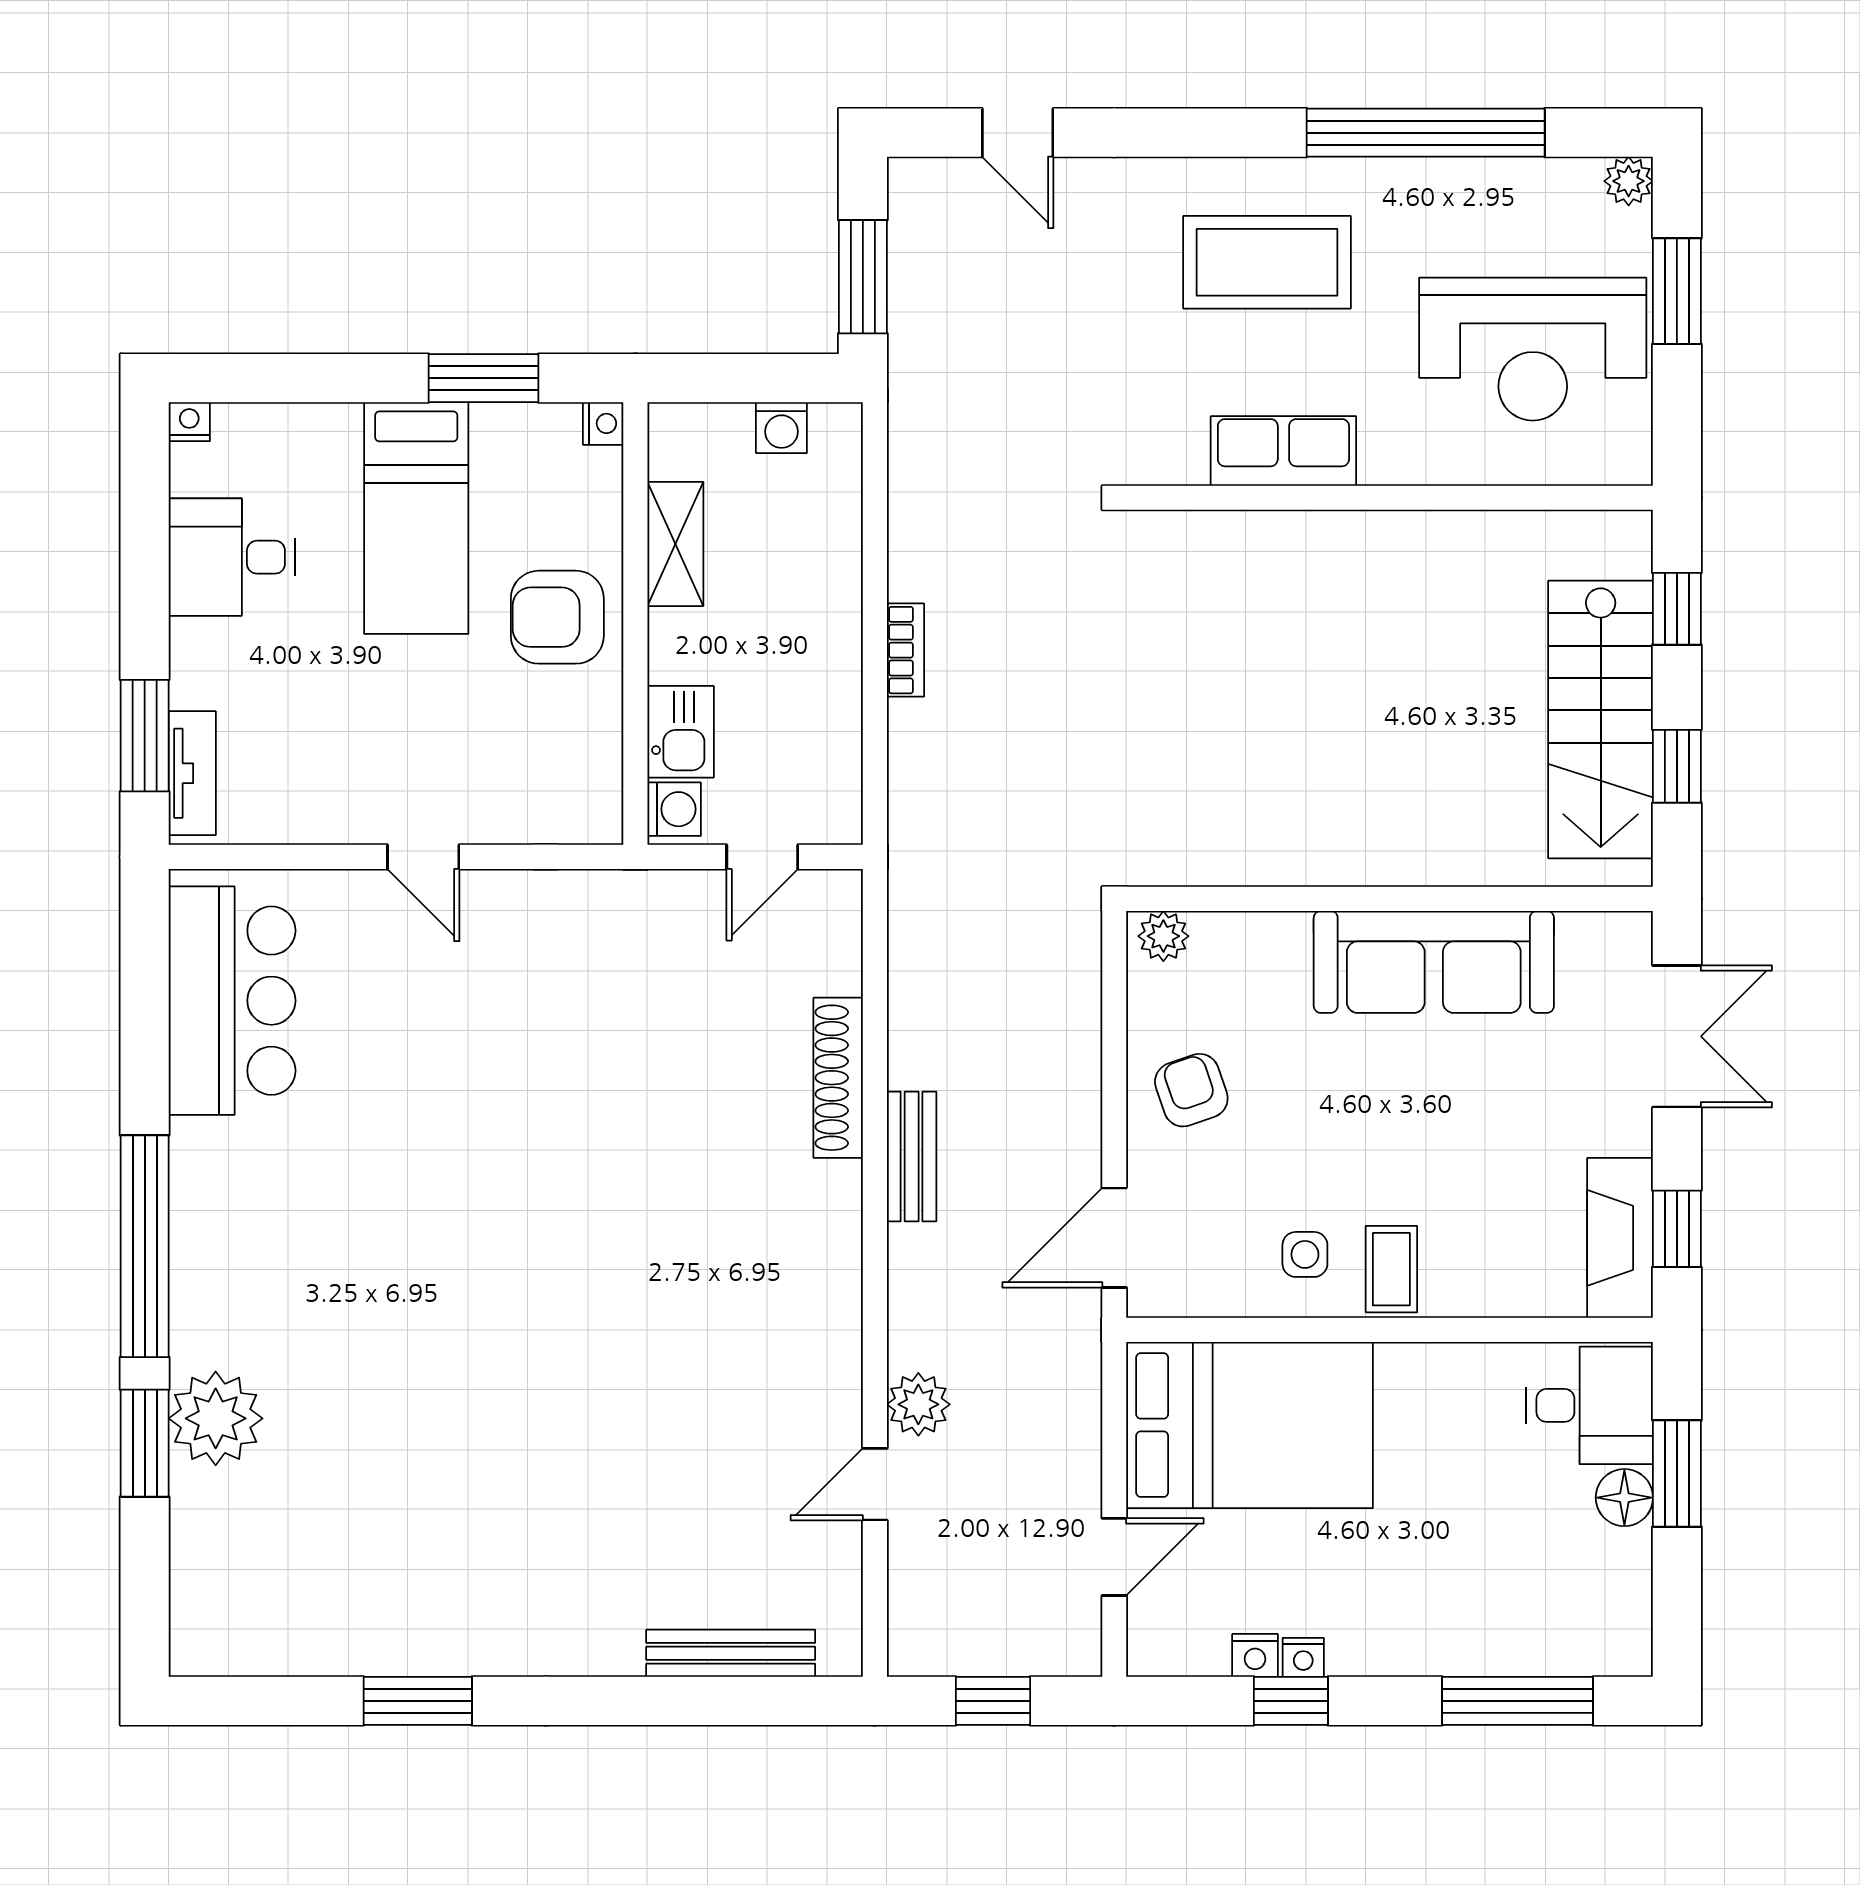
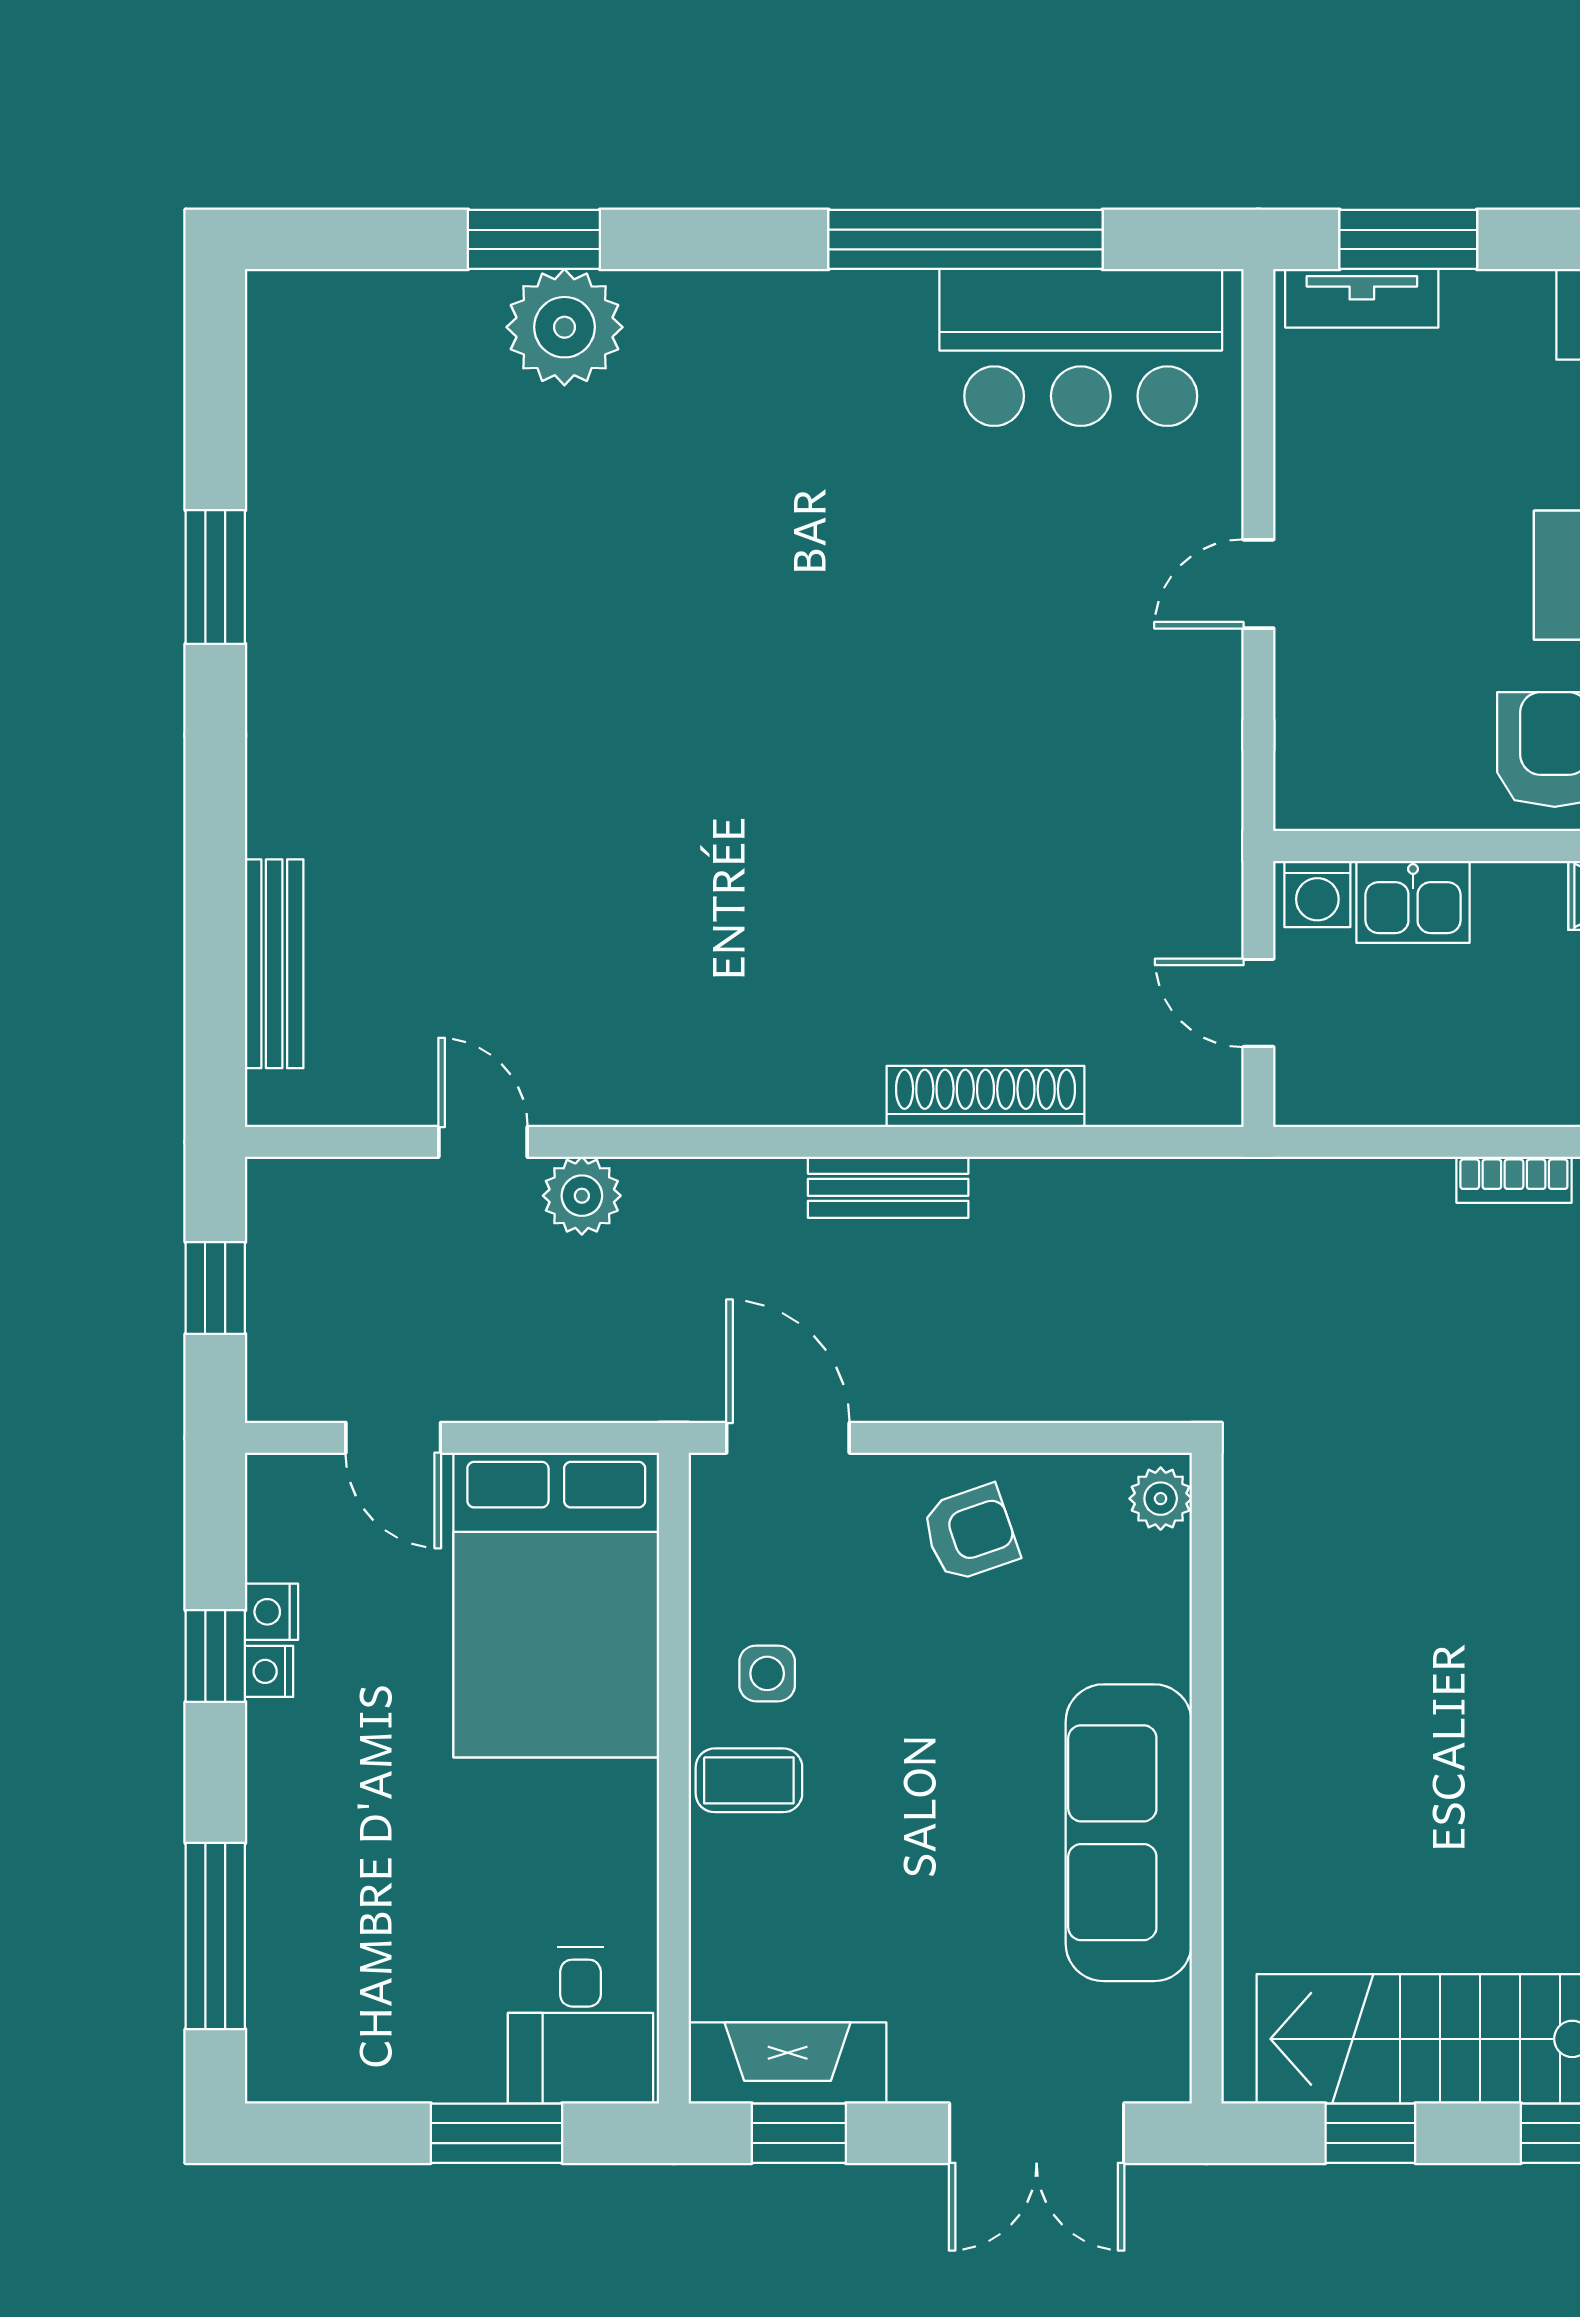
window: (145, 1246) -> (966, 239), moved
floor lamp: (1624, 1498) -> (467, 2068), removed

